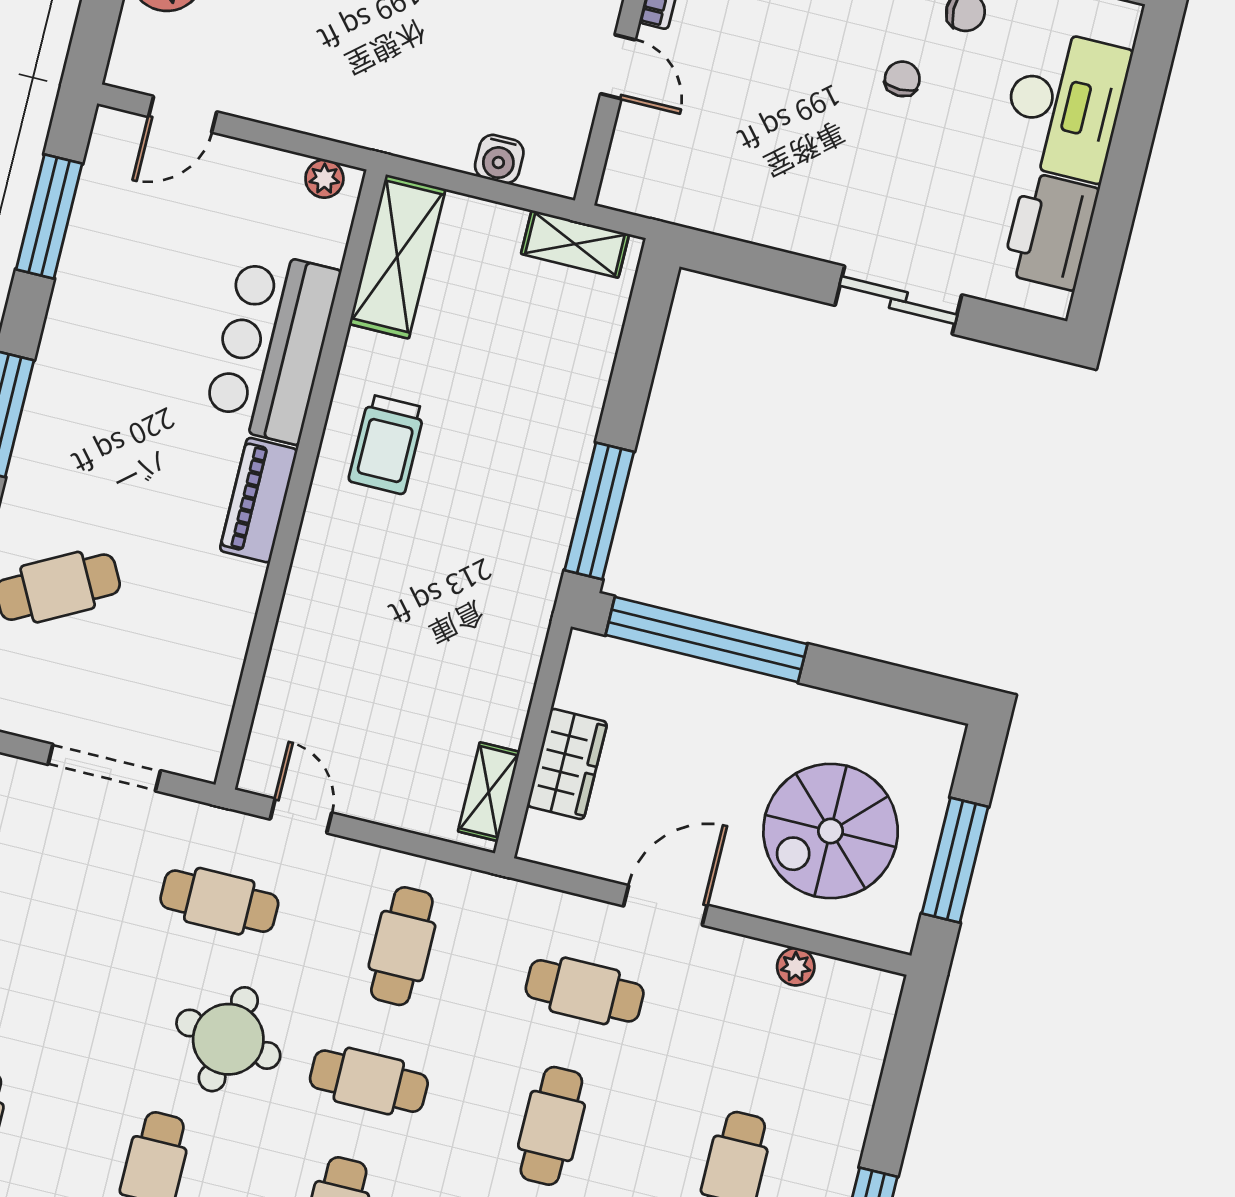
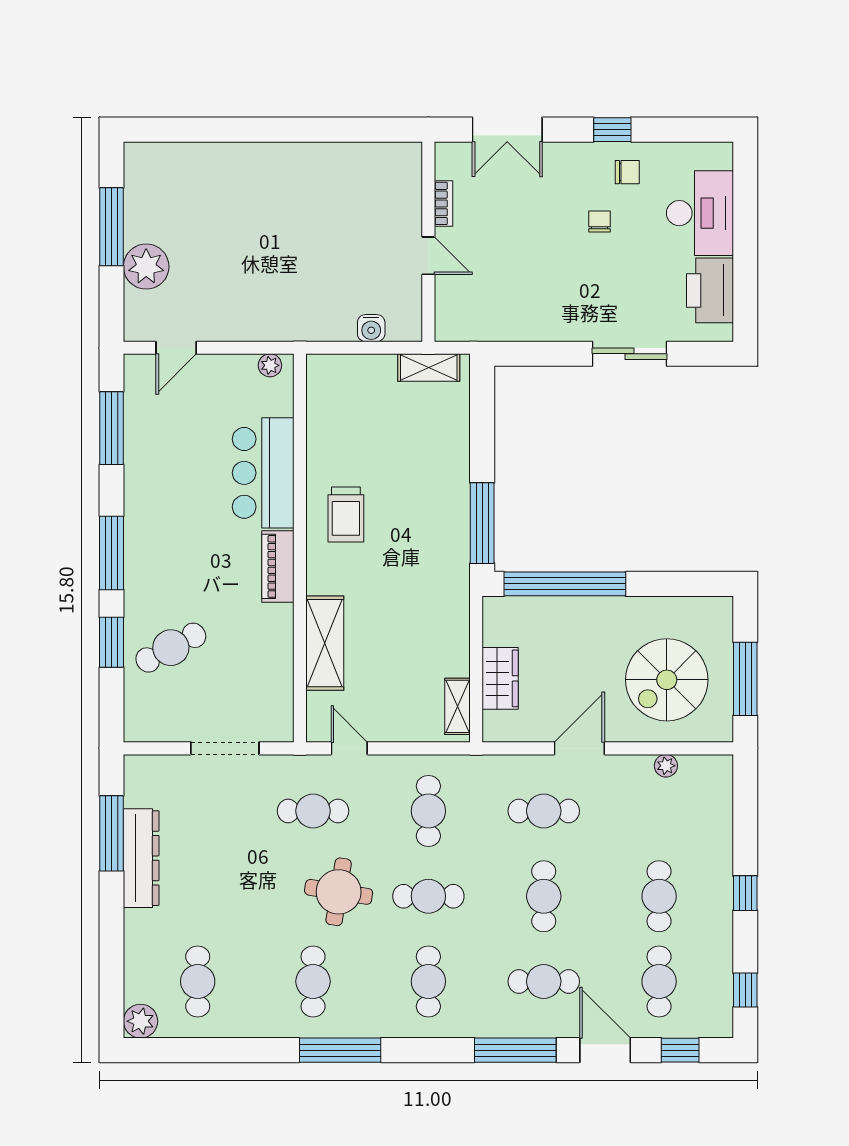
shelving: (397, 256) -> (325, 643), moved

